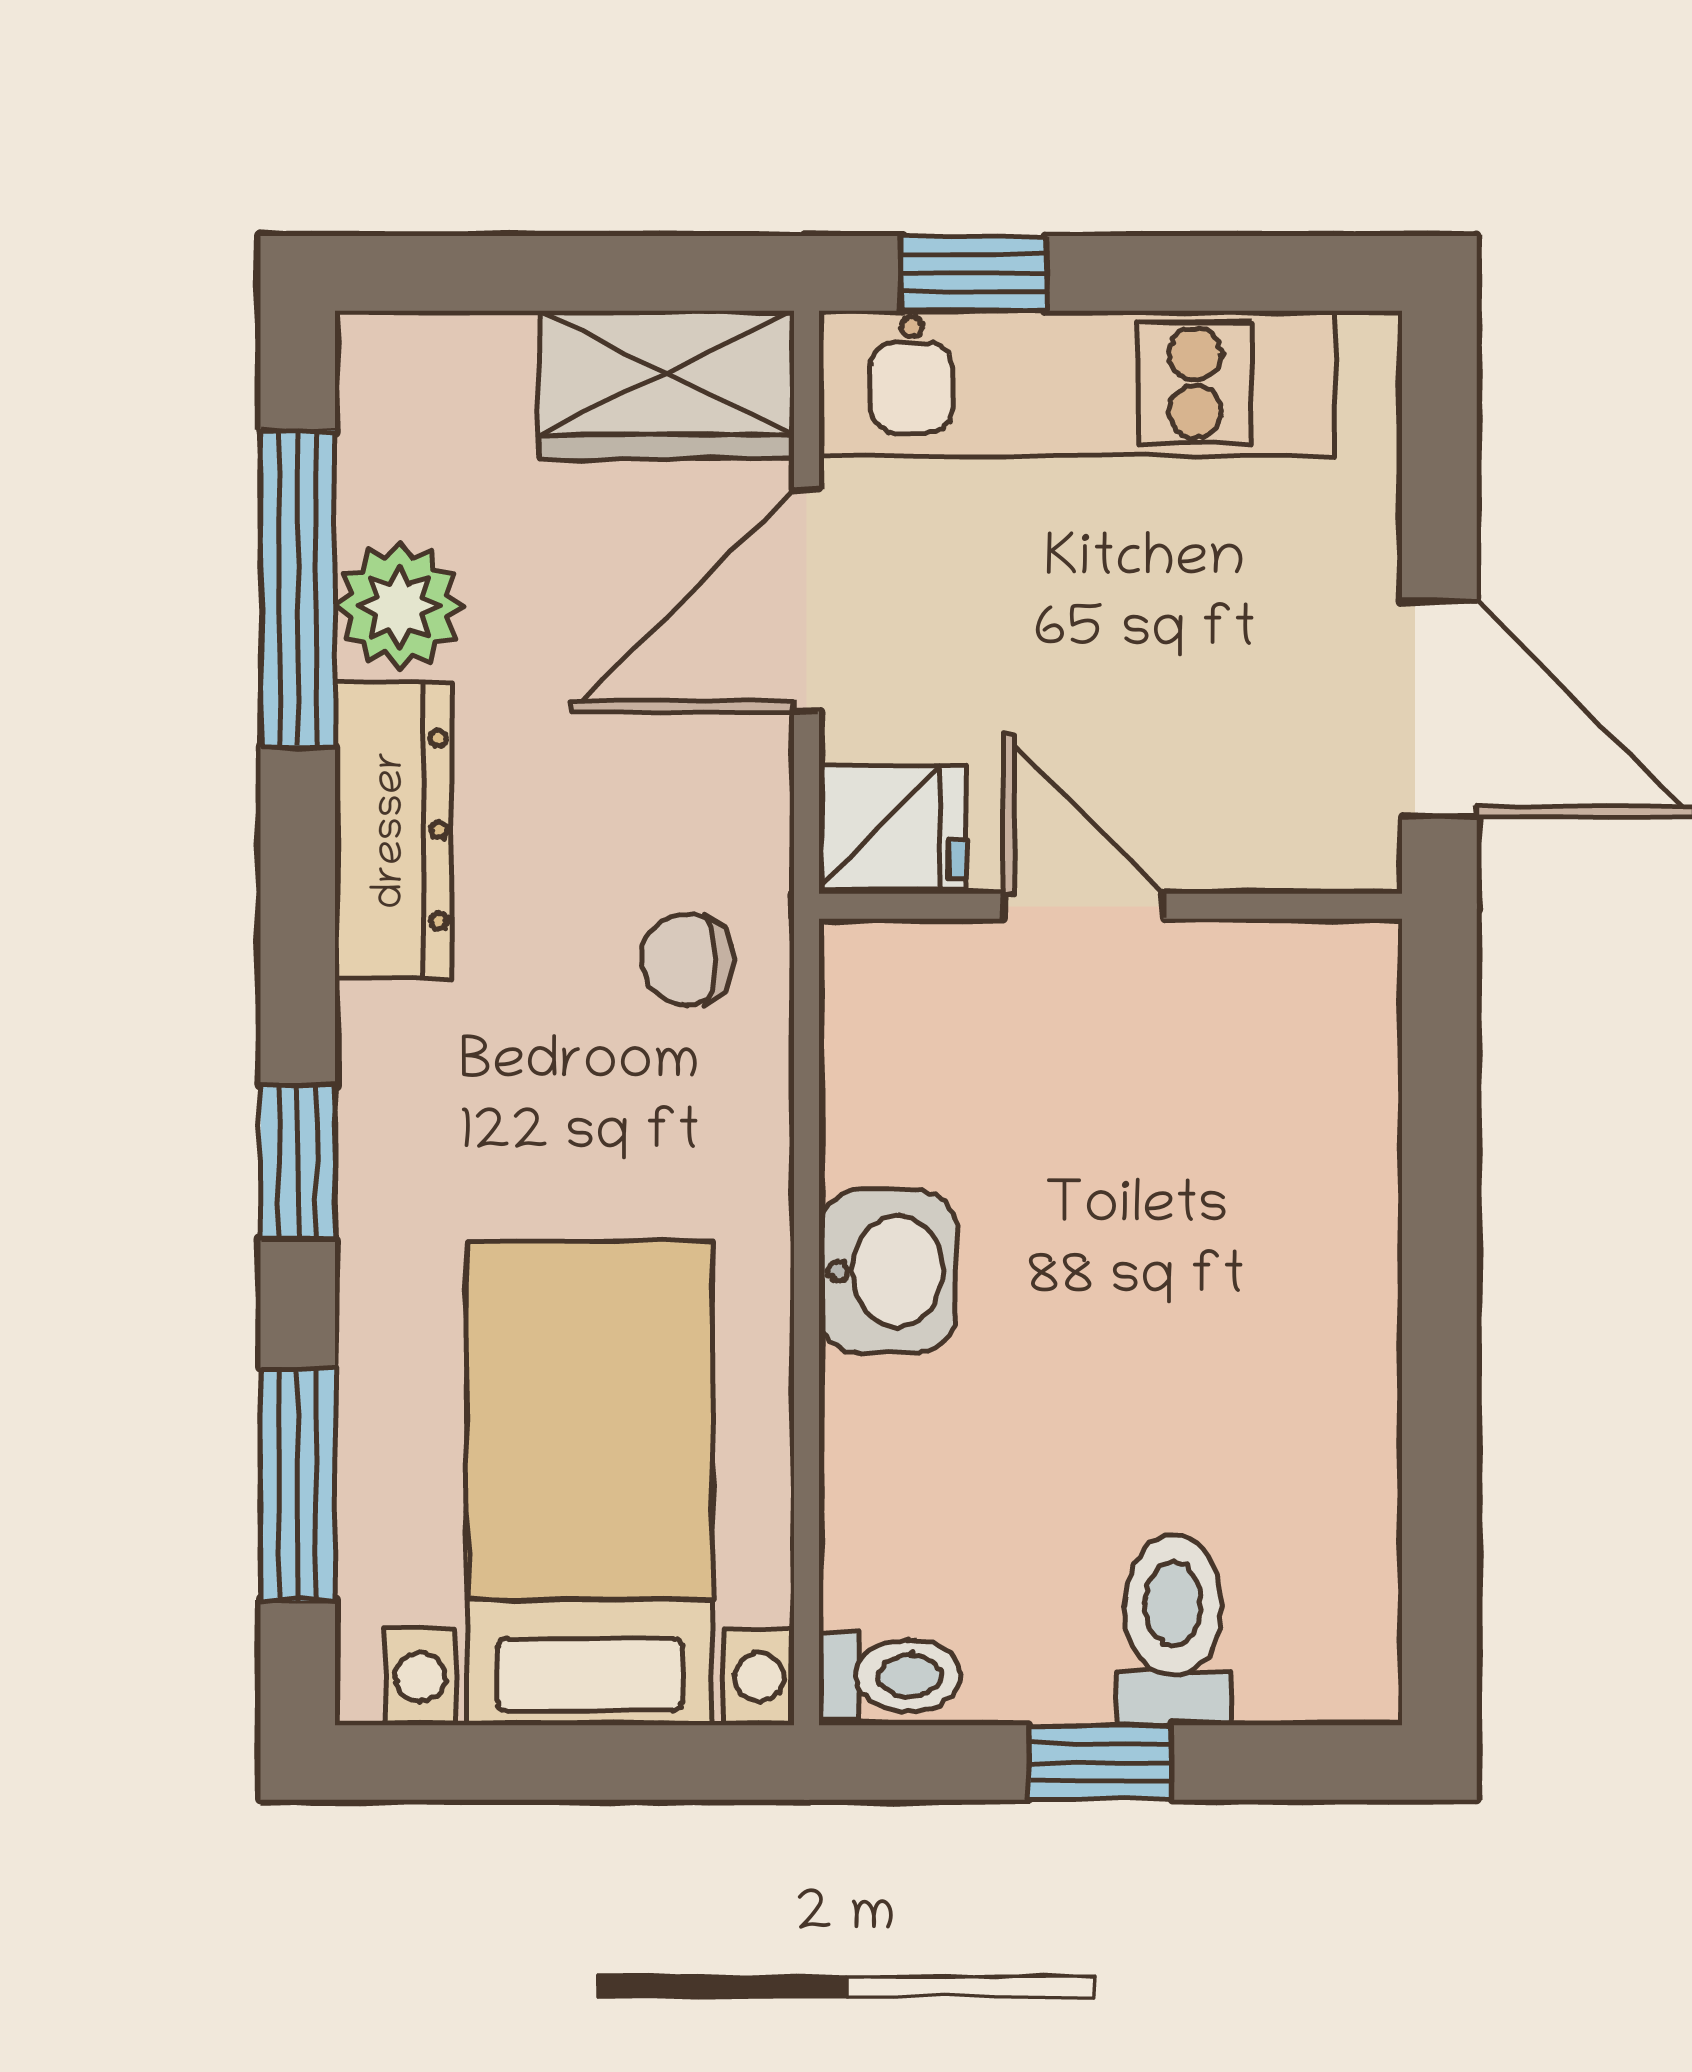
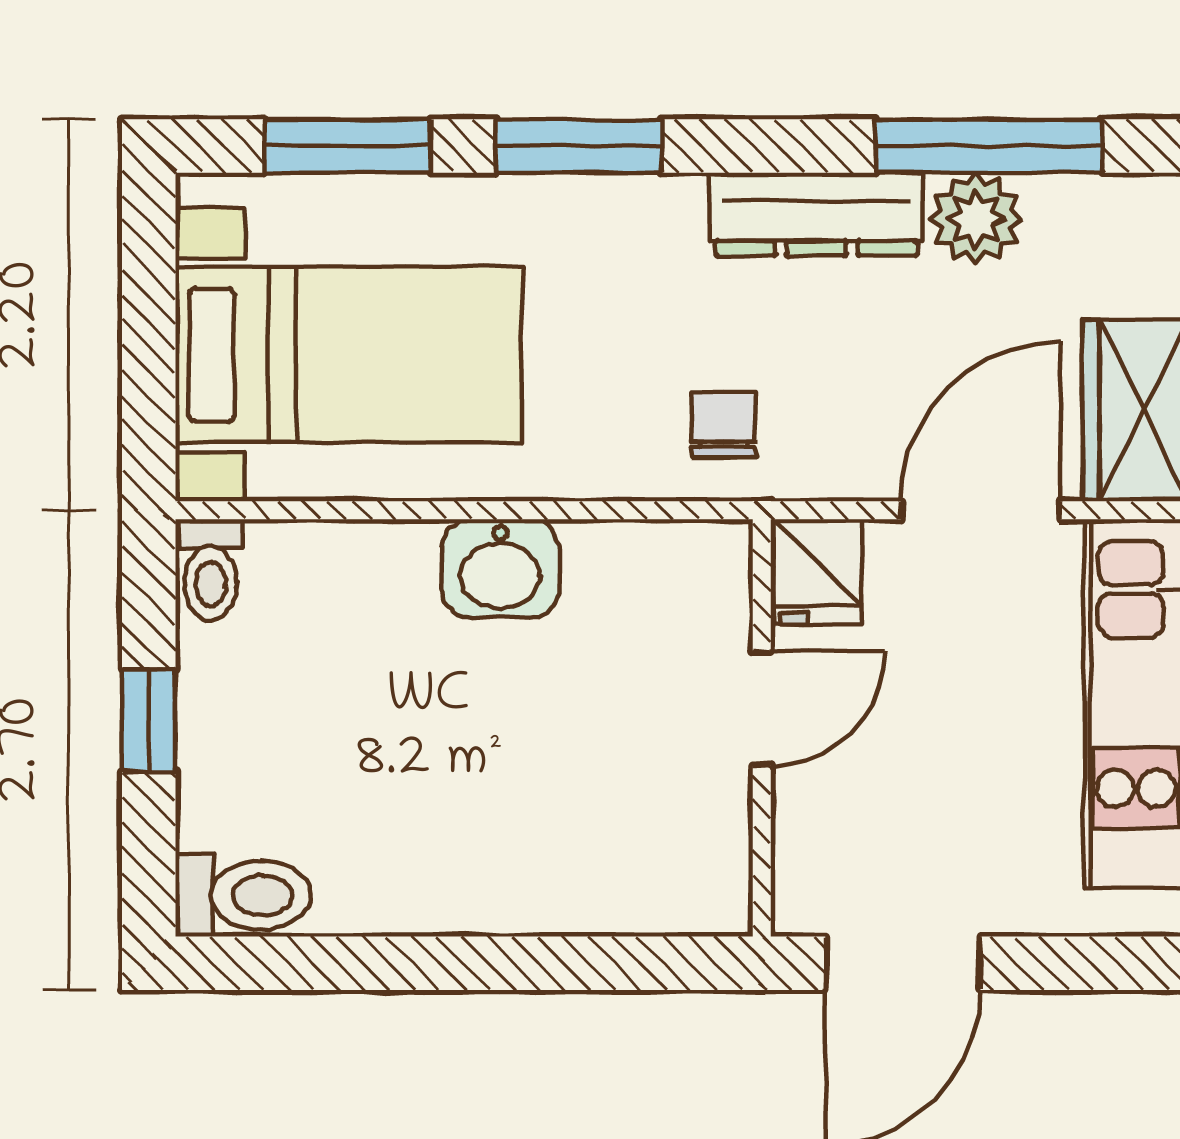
door: (807, 600) -> (981, 510), hinge flipped
window: (298, 1162) -> (579, 146), width x1.50
toilet: (1173, 1630) -> (243, 895), moved

